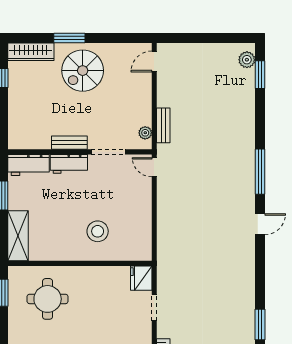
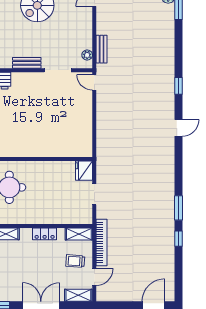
workbench: (69, 164) -> (26, 80), removed
window: (260, 172) -> (179, 86), width x0.46
stool: (98, 231) -> (49, 133), removed

